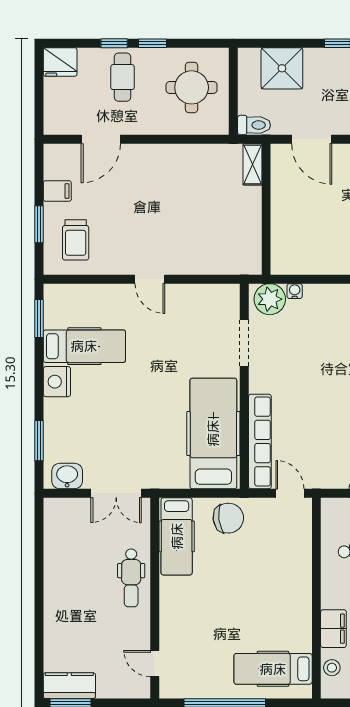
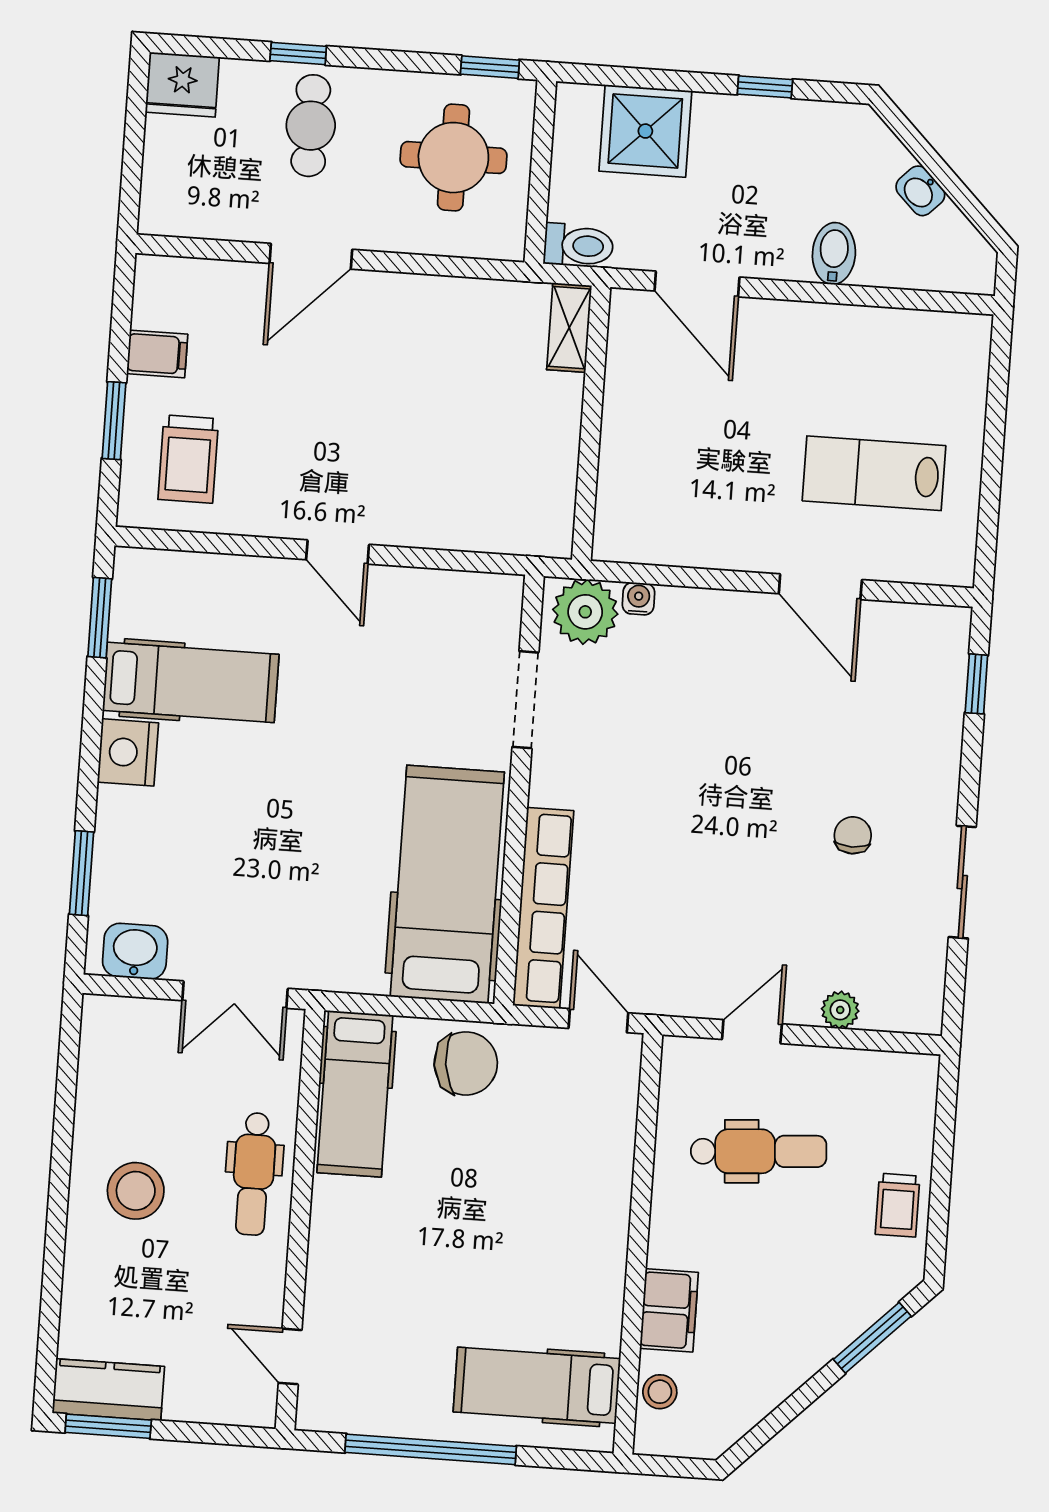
window: (152, 43) -> (490, 67), moved
door: (101, 139) -> (311, 256), moved
stool: (76, 590) -> (136, 1191), added

